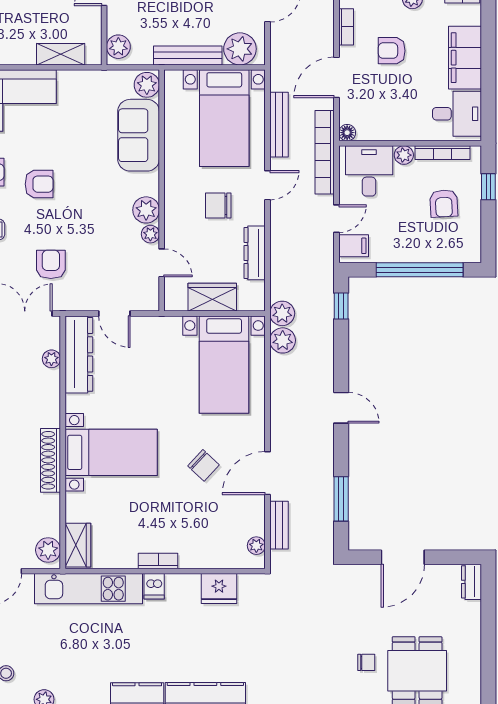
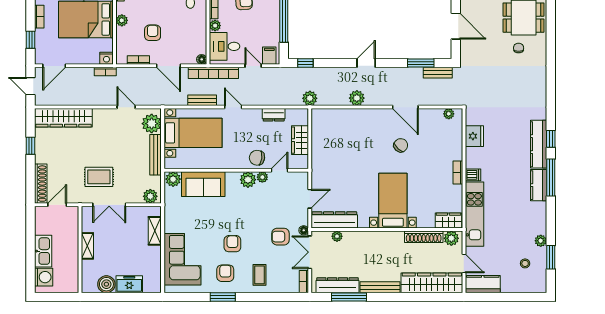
armchair: (392, 51) -> (153, 33), turned 180
bench: (279, 125) -> (202, 100), width x0.73
chair: (218, 205) -> (257, 158), moved, turned 99
dresser: (255, 253) -> (274, 115), width x0.70
floor lamp: (61, 303) -> (304, 230), added
plant: (283, 340) -> (357, 98), moved
bed with nightstands: (224, 365) -> (340, 133), removed
shoe rack: (51, 460) -> (424, 237), moved
bench: (279, 525) -> (438, 73), moved

